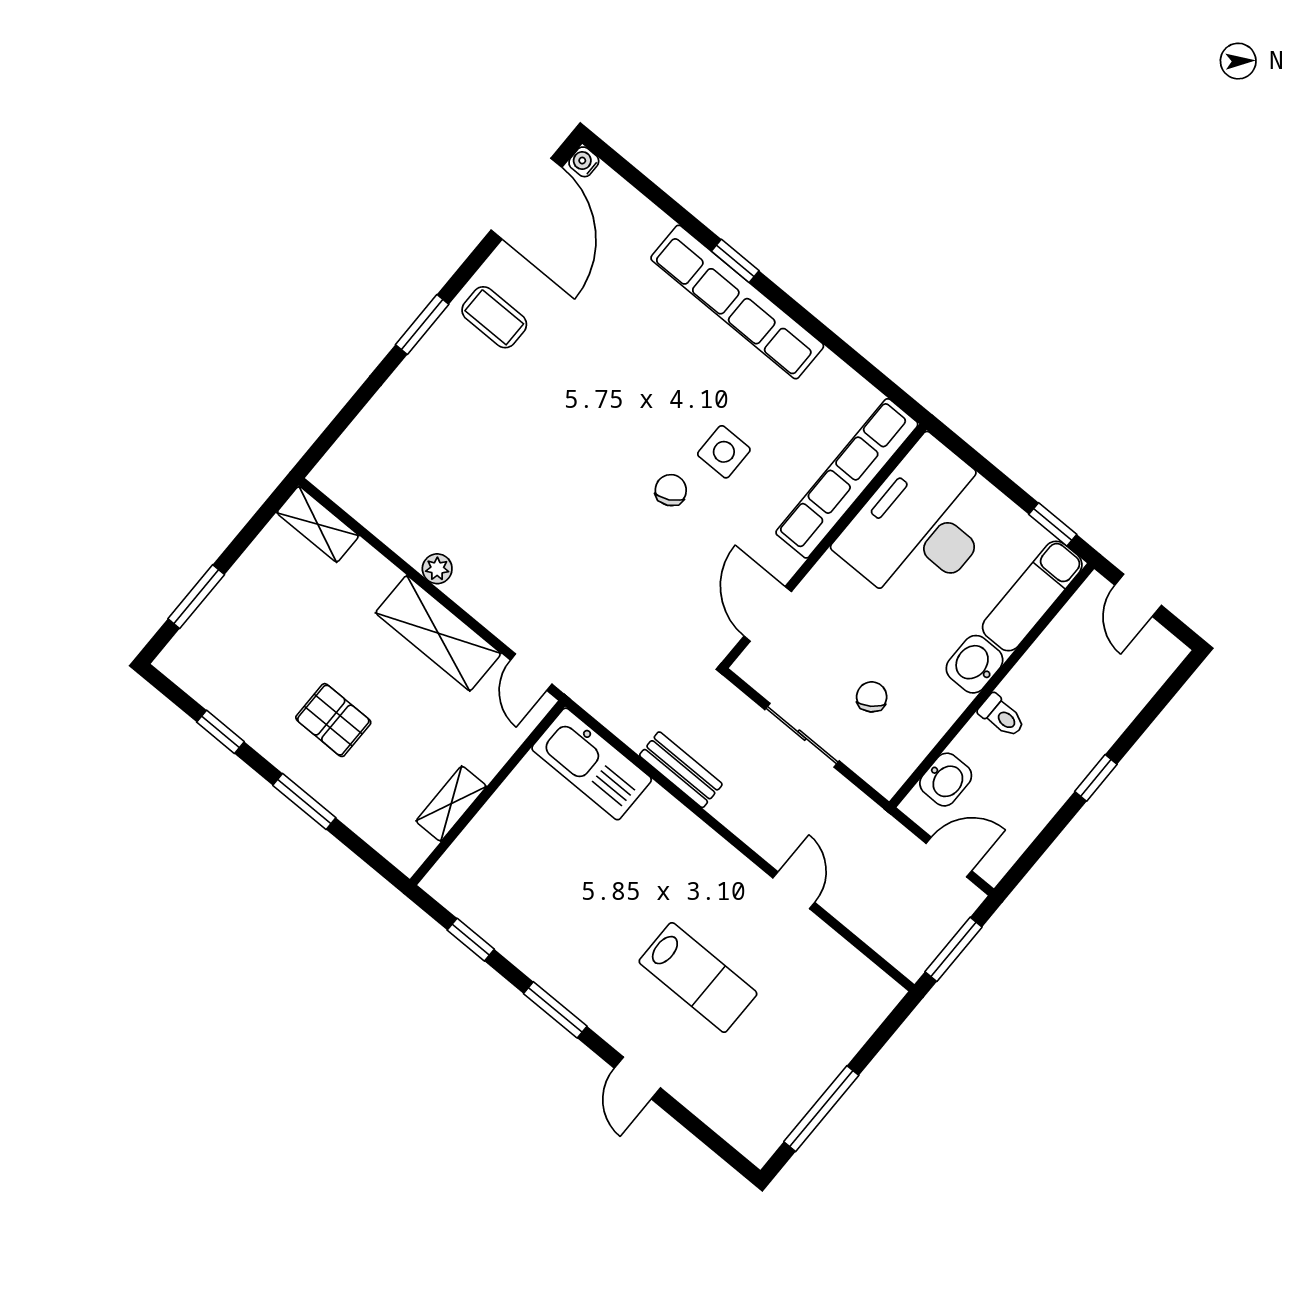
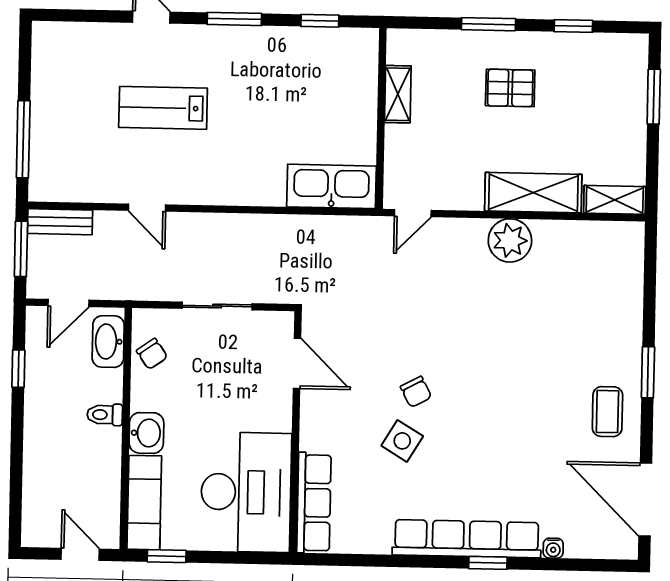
water cooler: (584, 162) -> (553, 548), moved, turned 90
coffee table: (494, 317) -> (607, 412), turned 90
side table: (724, 452) -> (402, 441), turned 31
row of seats: (847, 478) -> (314, 503), width x0.73
plant: (437, 569) -> (510, 240), width x1.88, depth x1.88
shelving: (438, 633) -> (533, 193), moved
door: (531, 672) -> (413, 213), swing flipped
chair: (872, 697) -> (152, 354), moved
bench: (681, 770) -> (60, 222), moved
window: (1096, 778) -> (18, 369), moved
washbasin: (946, 780) -> (108, 342), width x1.38
window: (821, 1109) -> (23, 139), moved

